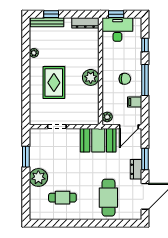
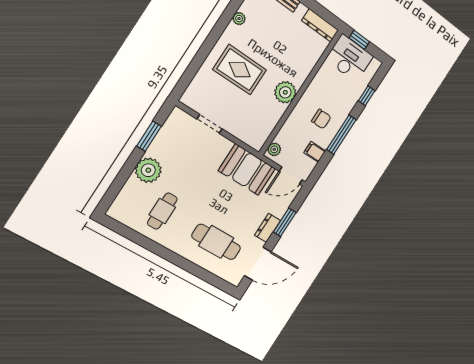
rug: (54, 83) -> (240, 70), turned 90
cafe table: (62, 198) -> (162, 211), turned 90
cafe table: (108, 198) -> (216, 242), turned 90

